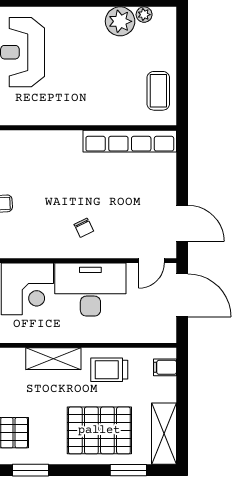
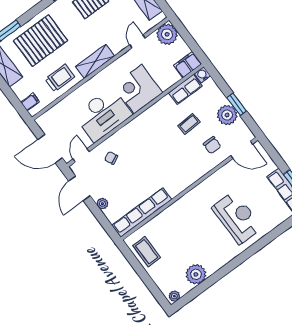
plant: (144, 15) -> (174, 296), moved
plant: (168, 186) -> (102, 204), added
door: (182, 223) -> (79, 188), hinge flipped
chair: (84, 228) -> (111, 158), moved

